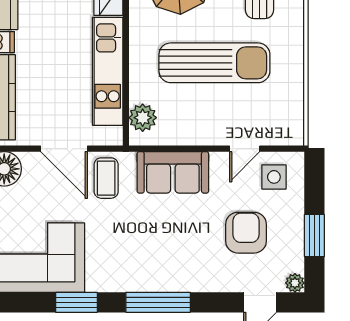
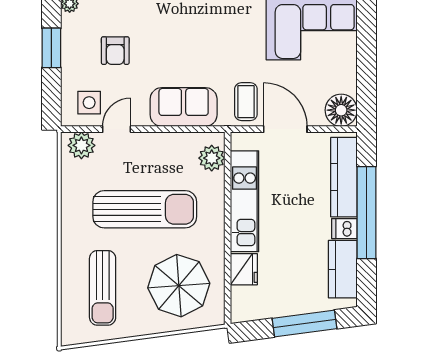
sun lounger: (214, 63) -> (145, 209), turned 180
plant: (282, 131) -> (81, 145), added
armchair: (246, 233) -> (115, 51), width x0.72, depth x0.72

